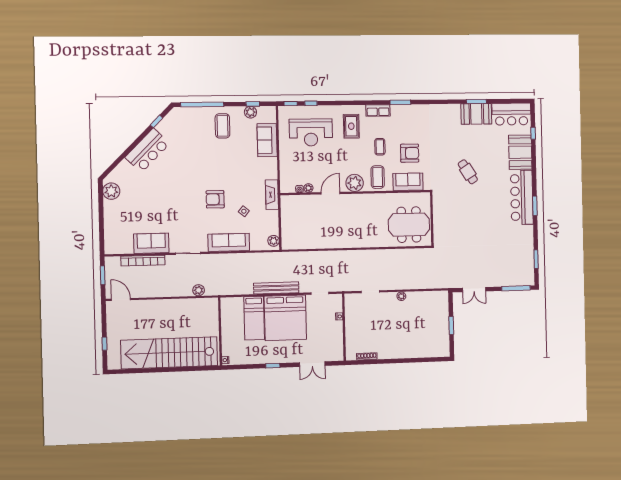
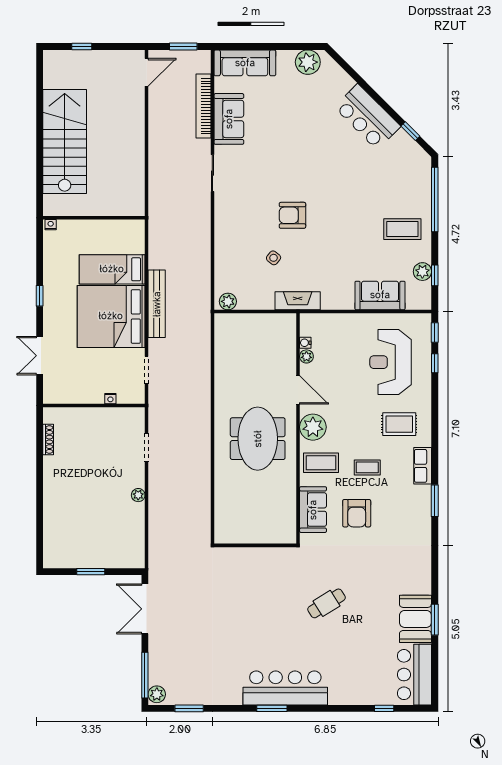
booth: (520, 152) -> (355, 687), removed
armchair: (215, 199) -> (292, 215), turned -90
meeting table: (409, 225) -> (258, 439), moved
sofa: (229, 242) -> (245, 63), moved, turned 90
plant: (199, 290) -> (157, 694), moved
double door: (474, 290) -> (145, 609), width x1.37
stairs: (169, 353) -> (65, 141), width x0.73

